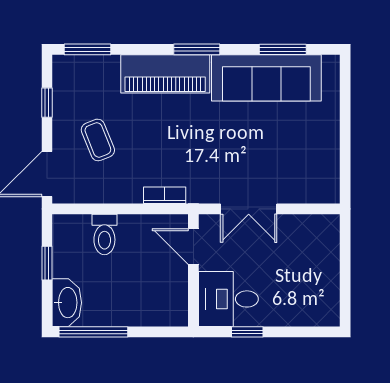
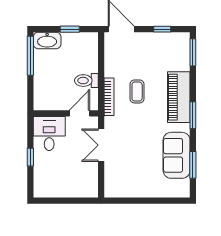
sofa: (266, 78) -> (177, 155), width x0.73
coffee table: (98, 140) -> (137, 91), moved, turned -68
bookcase: (165, 195) -> (109, 97), width x1.56
toilet: (104, 234) -> (86, 81), moved
window: (247, 332) -> (30, 157), moved

